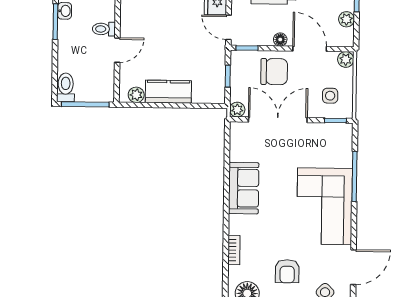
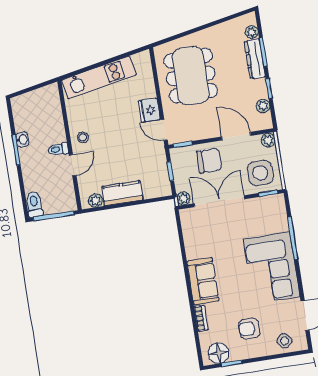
stool: (134, 20) -> (83, 137), added
floor lamp: (280, 39) -> (210, 133), removed
side table: (330, 96) -> (260, 173), width x1.87, depth x1.87
sofa: (244, 188) -> (203, 281), moved
armchair: (287, 271) -> (249, 329), turned 90

